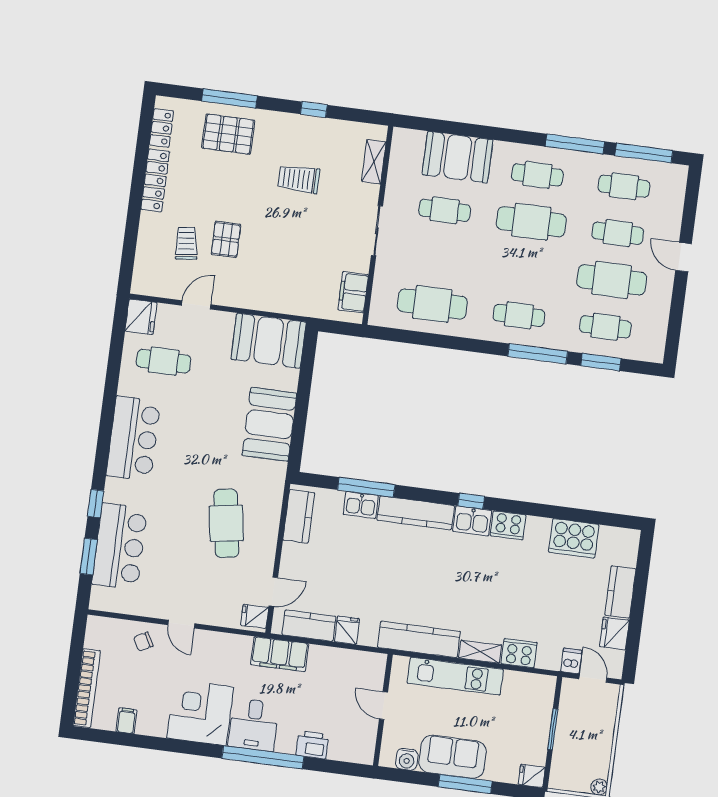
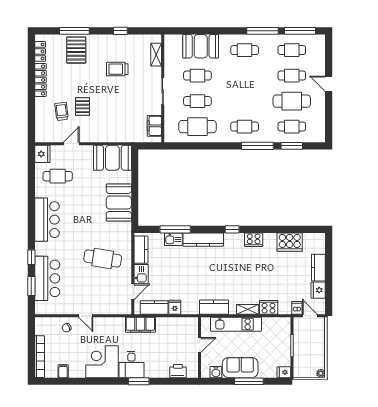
pallet: (228, 134) -> (76, 50), turned 90
cafe table: (531, 222) -> (197, 101), moved, width x0.73, depth x0.74
kitchen sink: (472, 521) -> (141, 274), moved, turned -90
cafe table: (226, 523) -> (103, 258), turned -72
fridge: (255, 616) -> (124, 306), removed
kitchen counter: (419, 639) -> (214, 307), width x0.67
door: (383, 706) -> (200, 345), swing flipped
printer: (312, 745) -> (178, 371), moved
window: (263, 757) -> (139, 381), width x0.47

